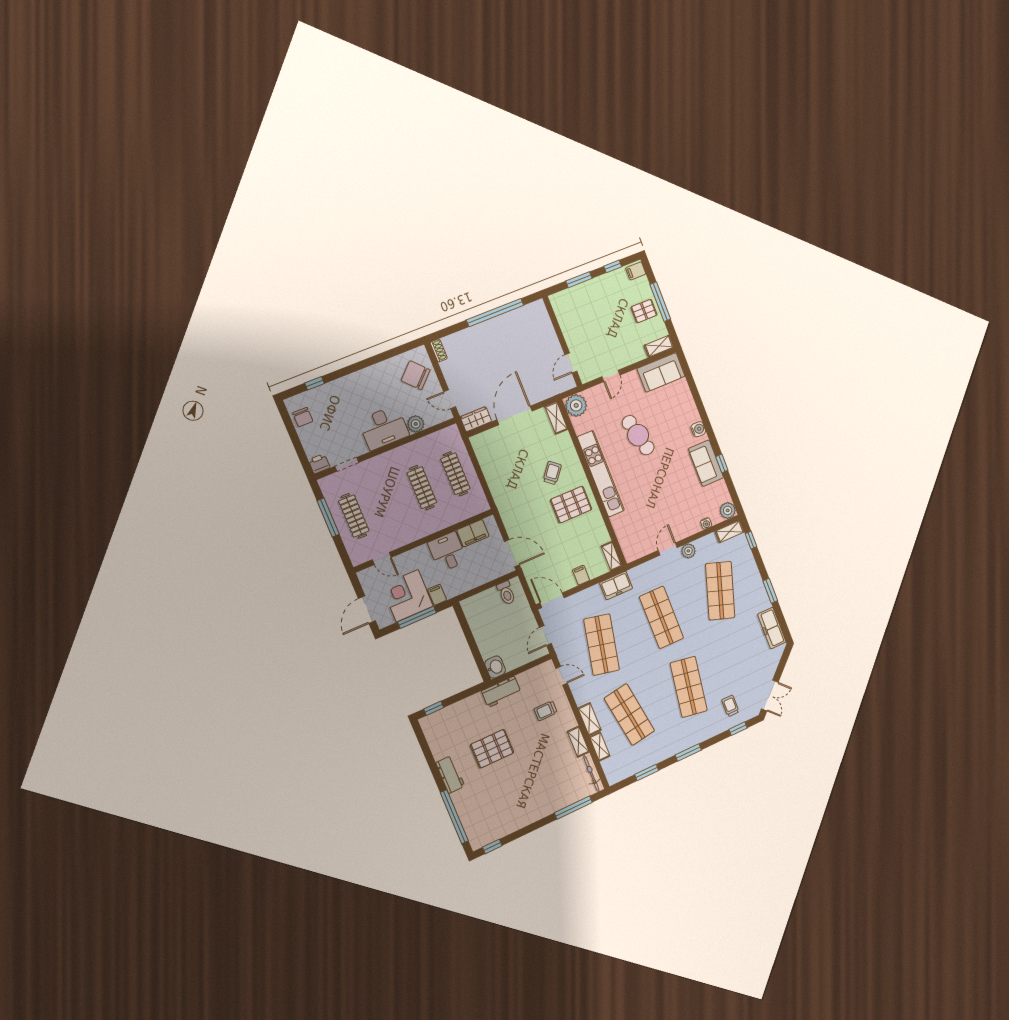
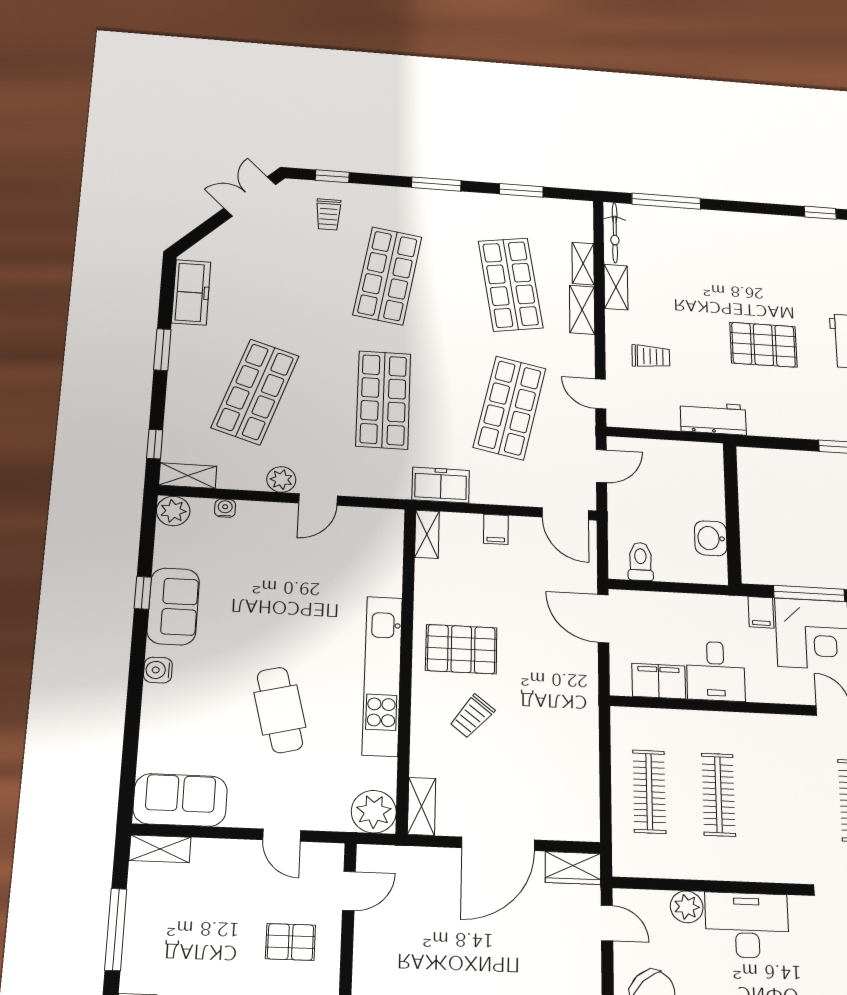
pallet: (644, 311) -> (290, 942), moved
door: (611, 376) -> (282, 835), swing flipped
washbasin: (495, 667) -> (711, 538), moved

